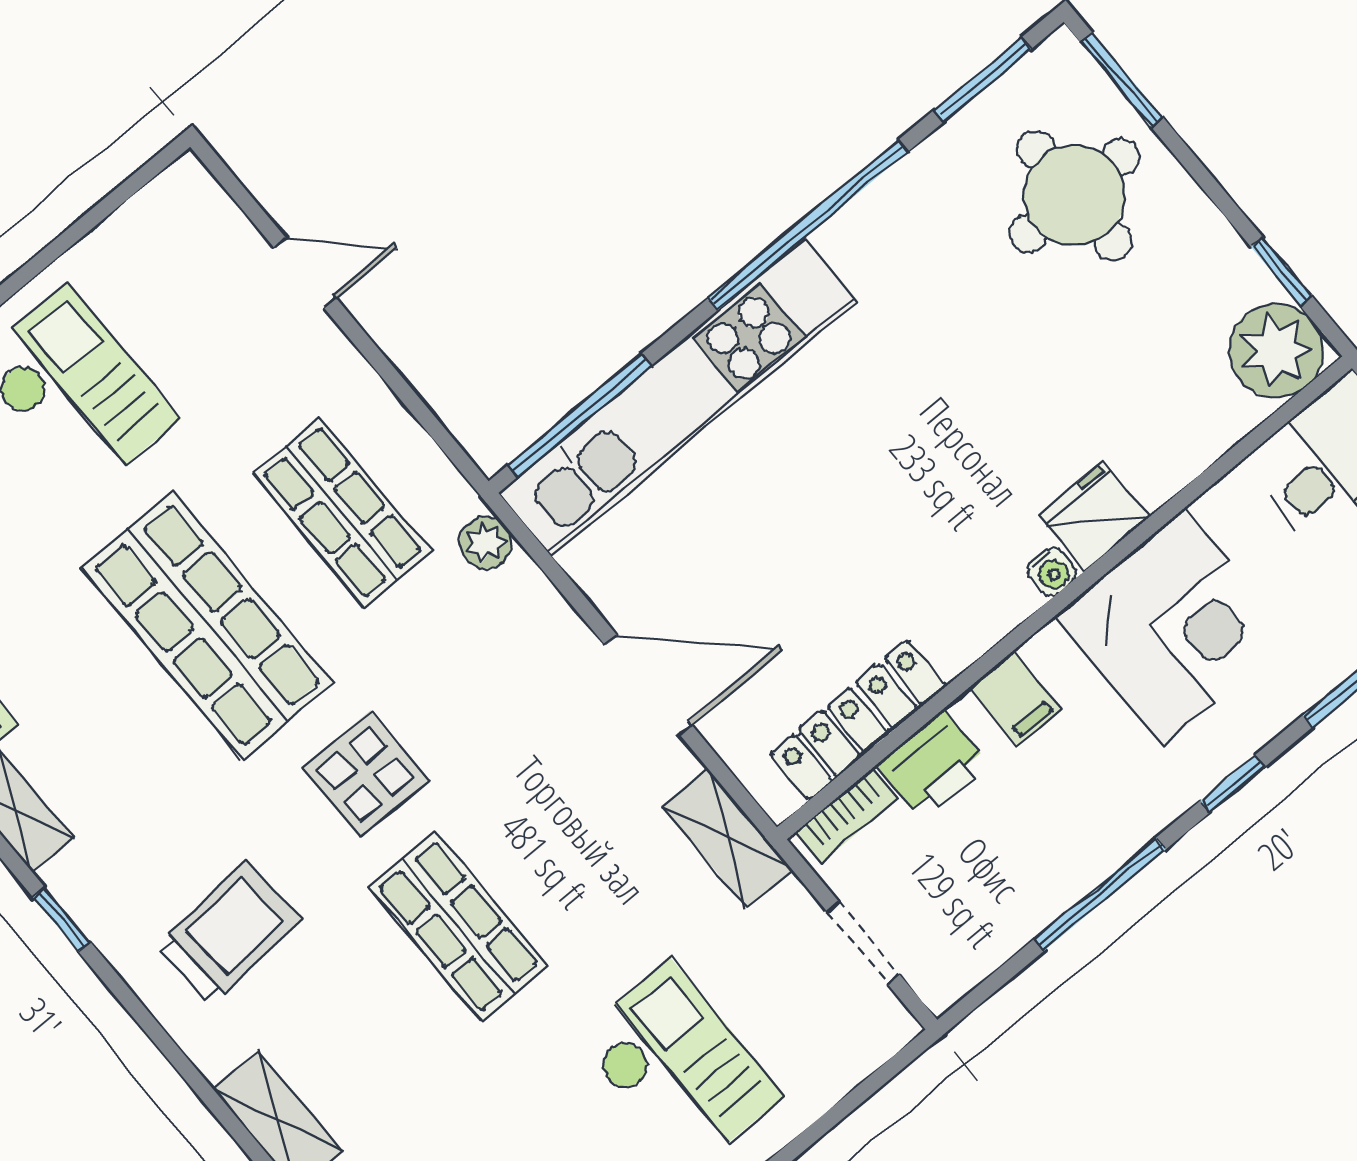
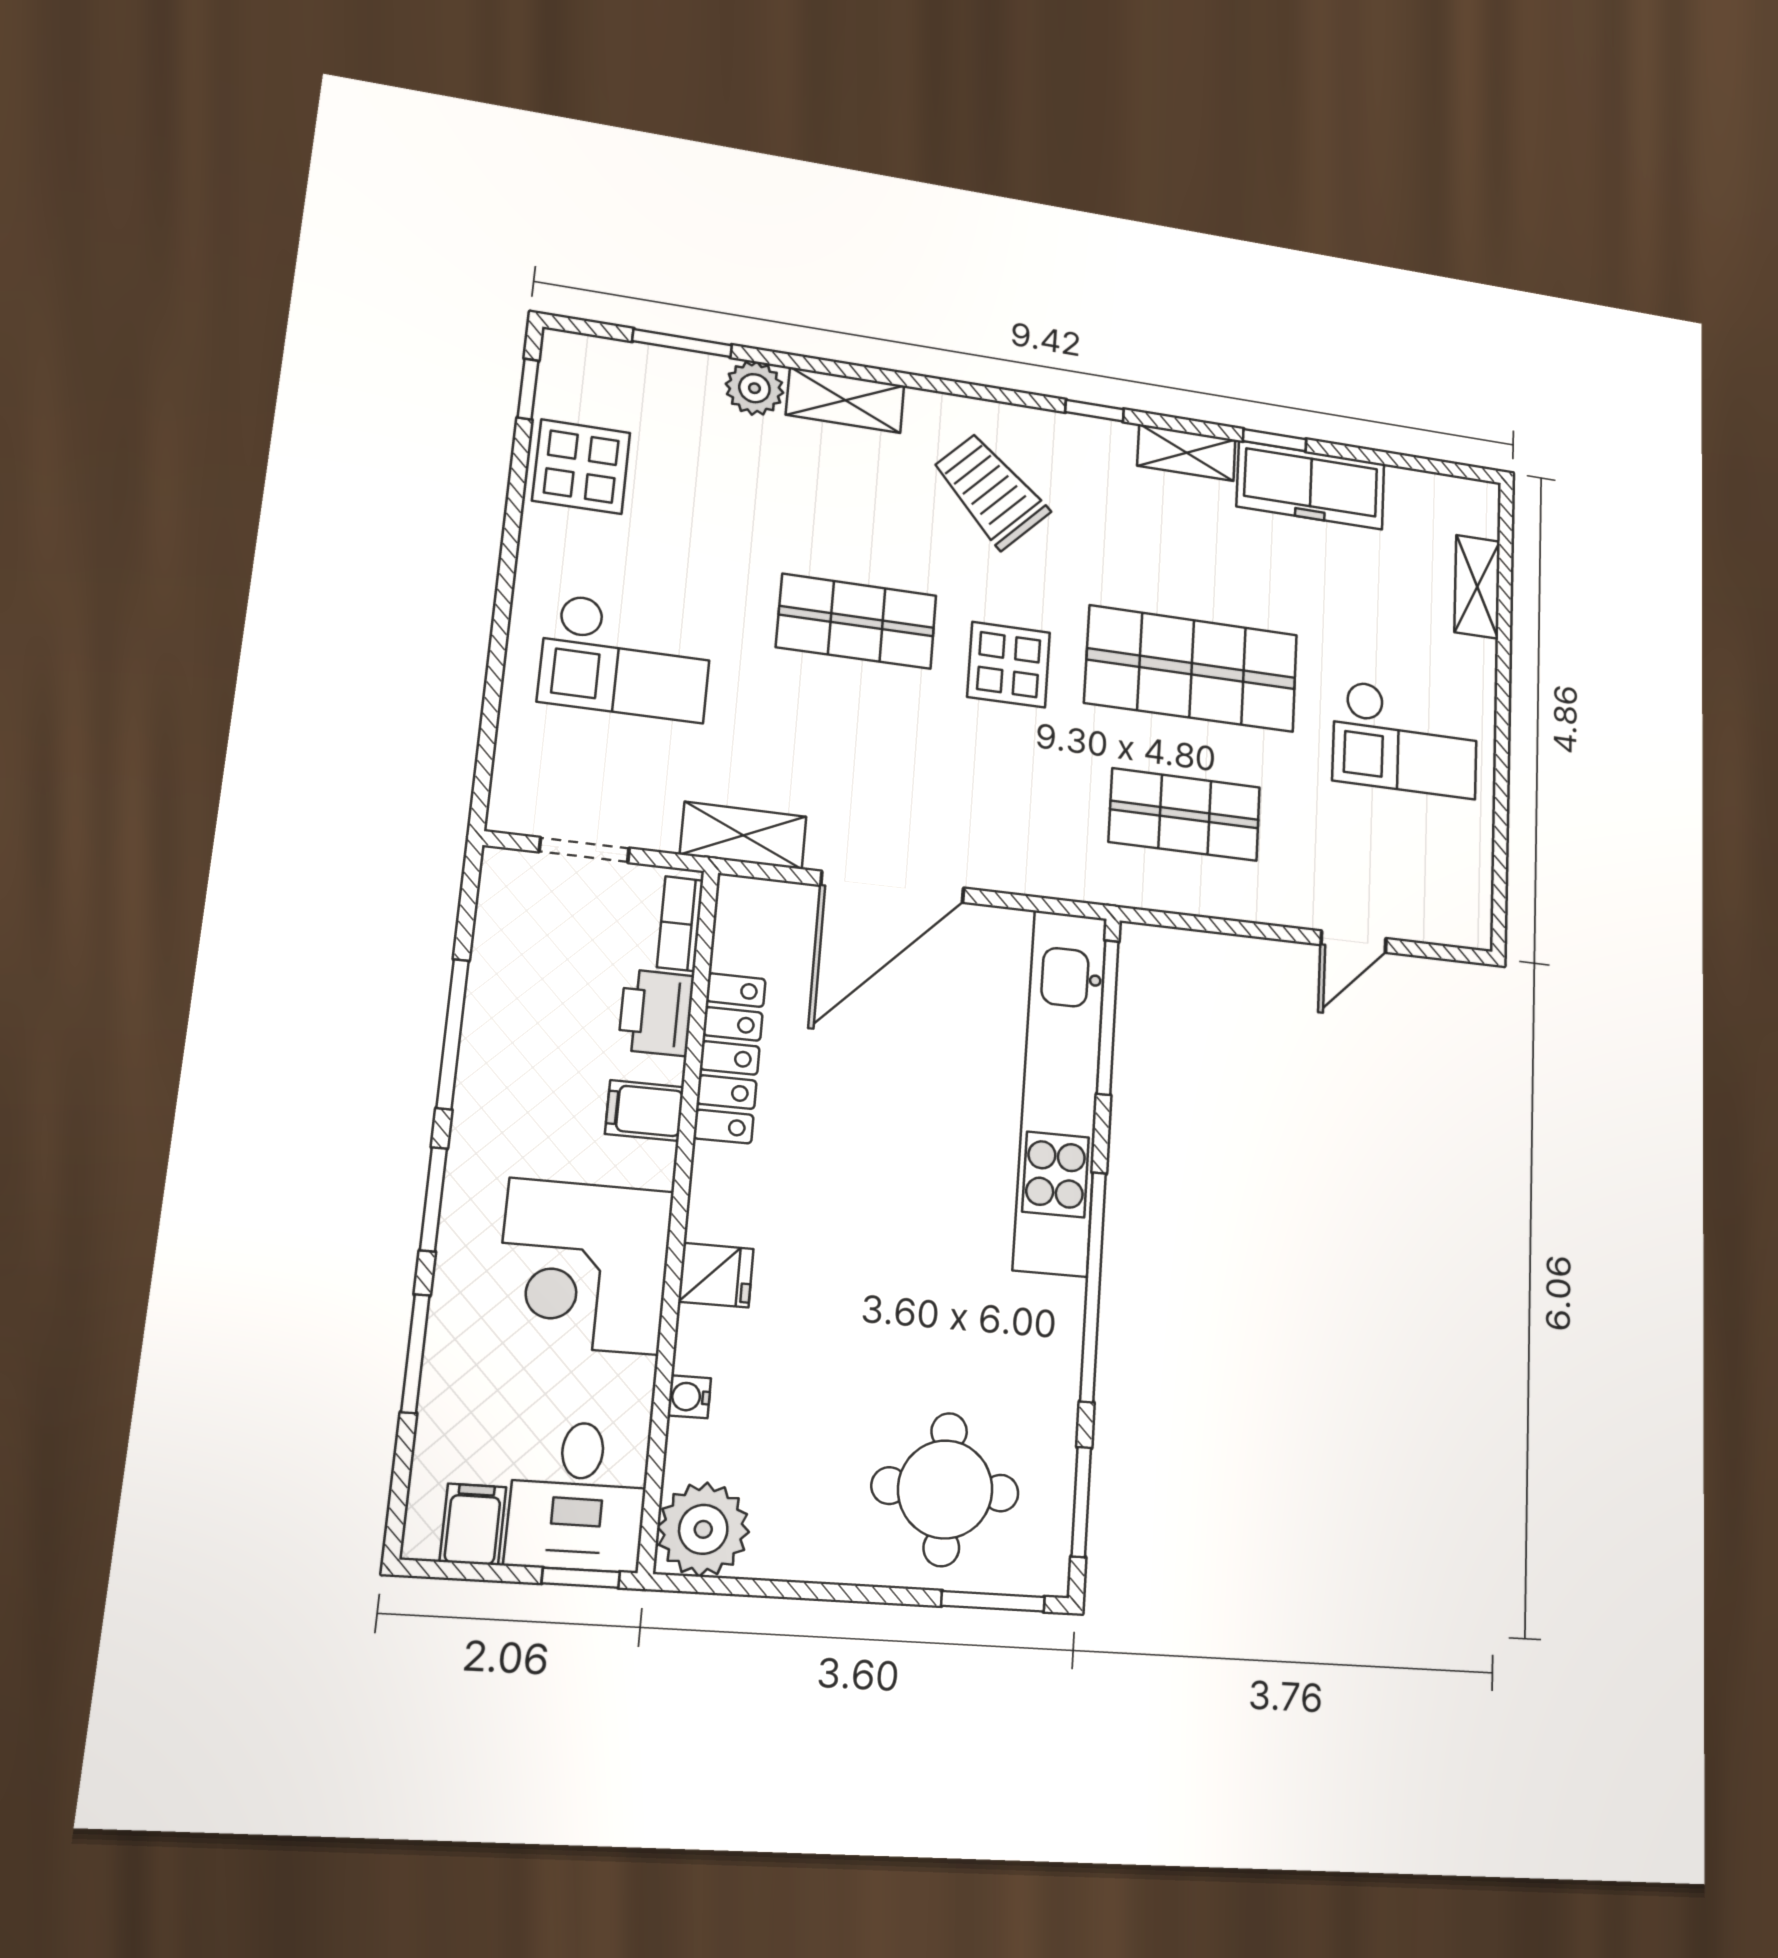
window: (1281, 271) -> (755, 1588), removed
fridge: (1094, 516) -> (716, 1275), width x0.72
plant: (486, 543) -> (1082, 880), removed
water cooler: (1052, 572) -> (689, 1397), moved
door: (649, 685) -> (893, 887), width x1.36
locker: (858, 720) -> (730, 1058), moved
window: (1233, 784) -> (433, 1199), width x1.50
trolley: (229, 933) -> (991, 491), turned 138

